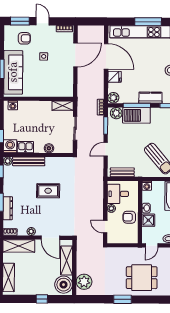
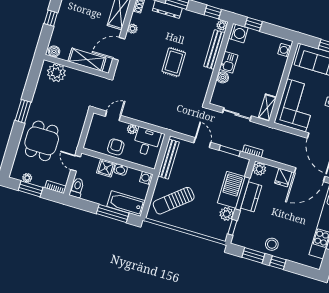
corner sofa: (54, 83) -> (296, 105), added
kitchen counter: (150, 98) -> (251, 197), moved
plant: (116, 113) -> (227, 214), moved
kitchen sink: (25, 147) -> (229, 62), moved
bench: (122, 172) -> (169, 159), width x1.36
boiler: (64, 285) -> (54, 51), width x0.54, depth x0.54

